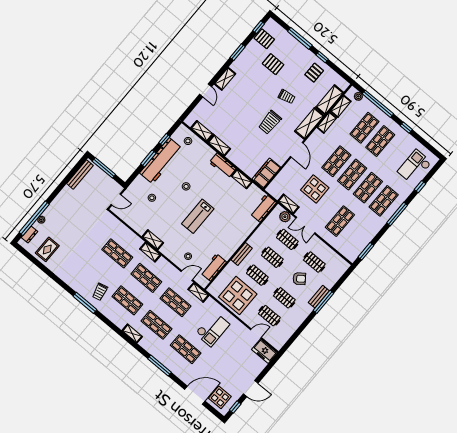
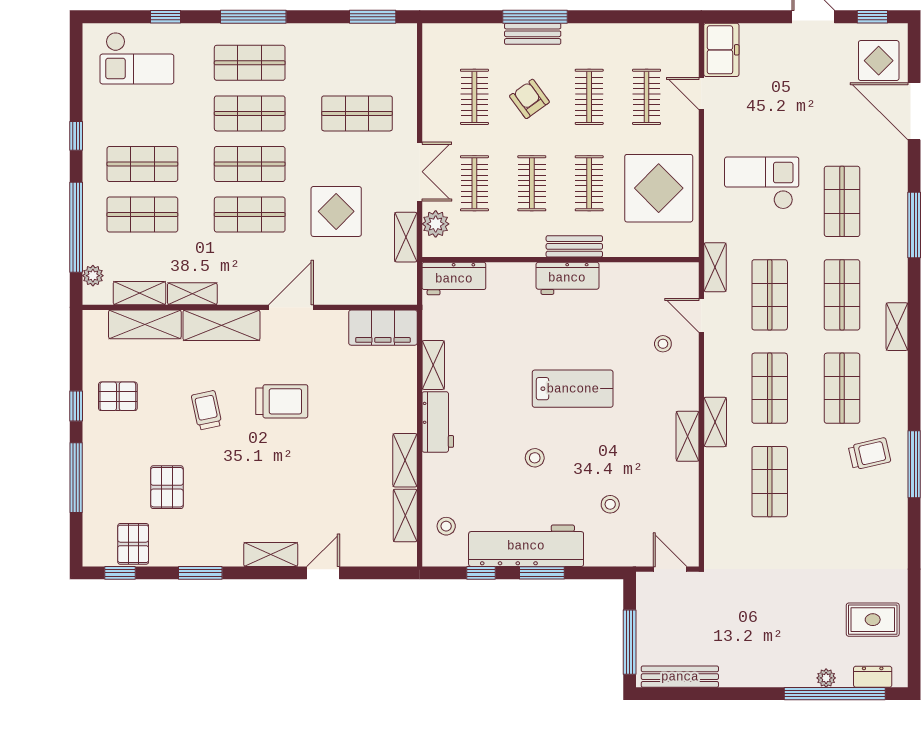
workbench: (213, 267) -> (567, 278), moved

